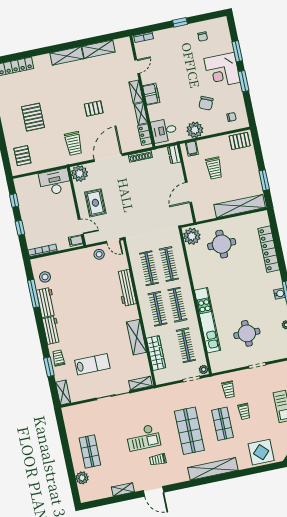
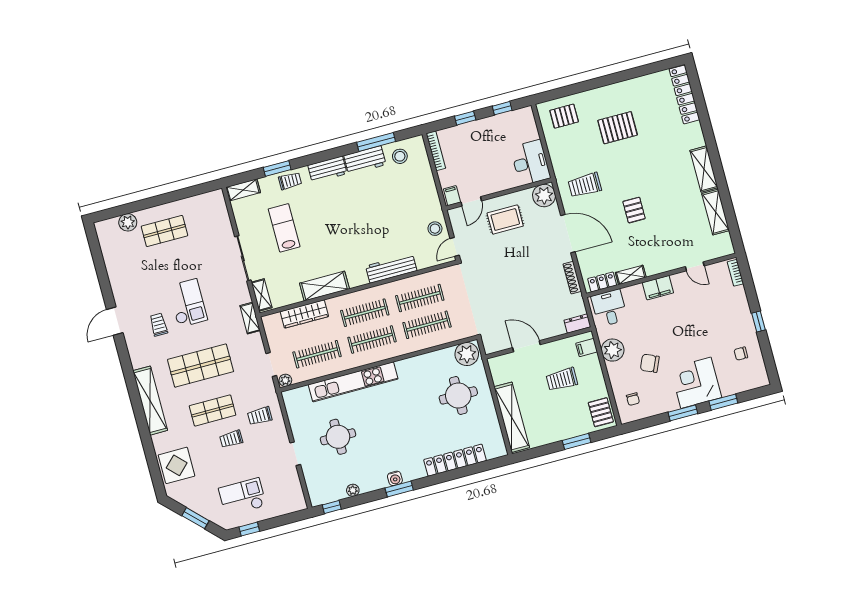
shelving: (136, 92) -> (660, 267), removed
window: (264, 180) -> (577, 441), moved
lab bench: (92, 364) -> (284, 228), turned 180
checkout: (143, 438) -> (188, 303), turned 180
shelving: (123, 489) -> (250, 318), moved

